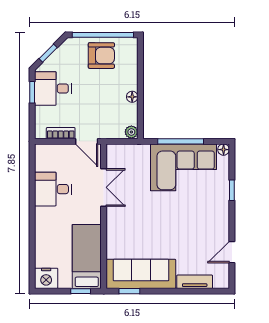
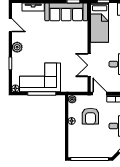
armchair: (101, 56) -> (90, 116), moved, turned -90
plant: (221, 216) -> (17, 47), added
door: (232, 252) -> (10, 25), hinge flipped

